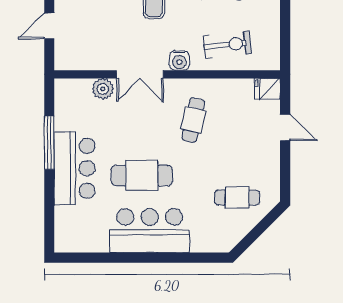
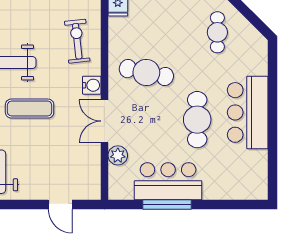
double door: (140, 74) -> (104, 121), swing flipped
cafe table: (193, 120) -> (146, 73), width x1.37, depth x1.35
bar counter: (75, 168) -> (168, 181), moved

